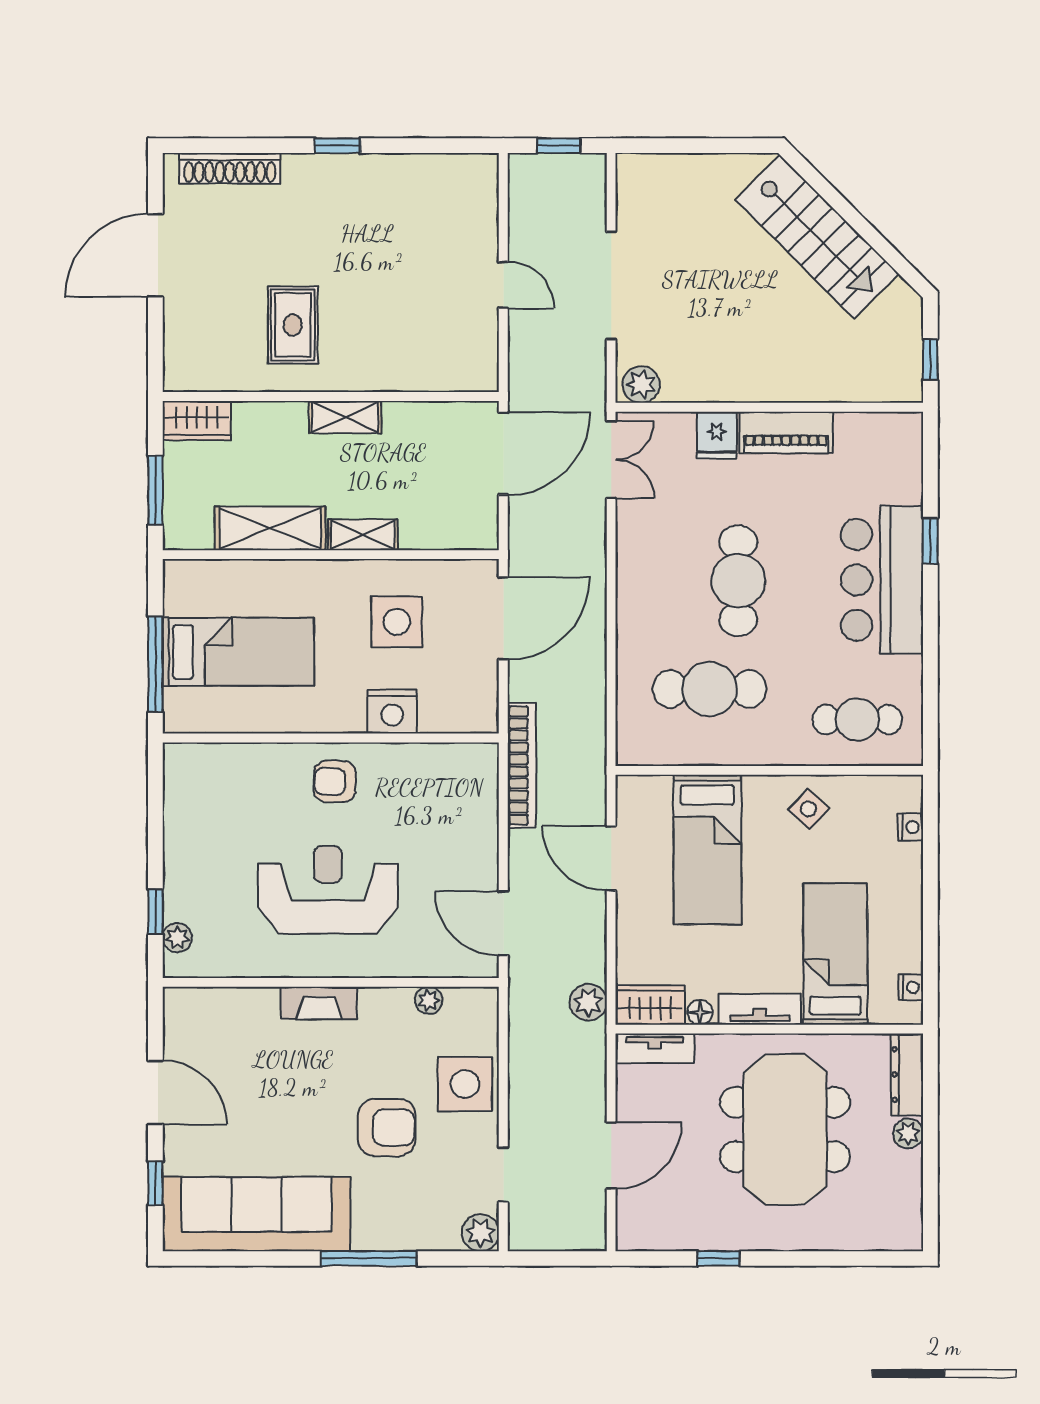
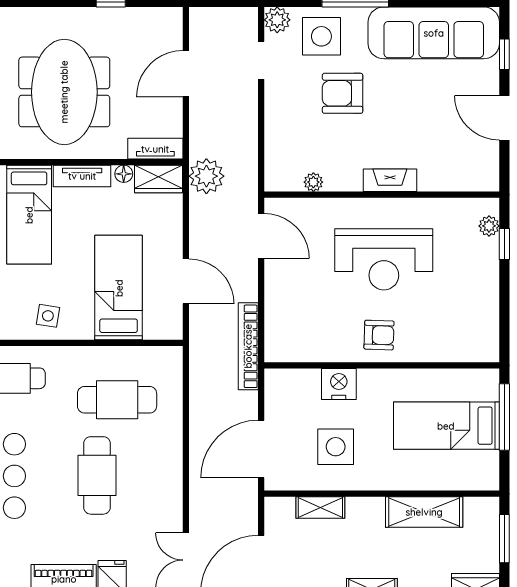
shelving: (363, 535) -> (320, 507), moved
side table: (808, 809) -> (48, 316), turned -34
plant: (588, 1002) -> (206, 176), width x1.36, depth x1.36
side table: (465, 1084) -> (321, 36), moved

